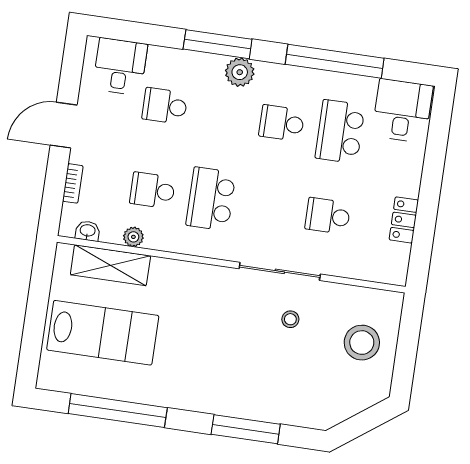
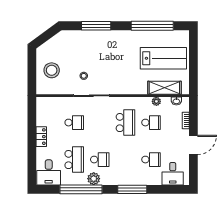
plant: (240, 72) -> (94, 179), moved
locker: (404, 220) -> (41, 137), moved
lab bench: (103, 333) -> (163, 58), turned 180

